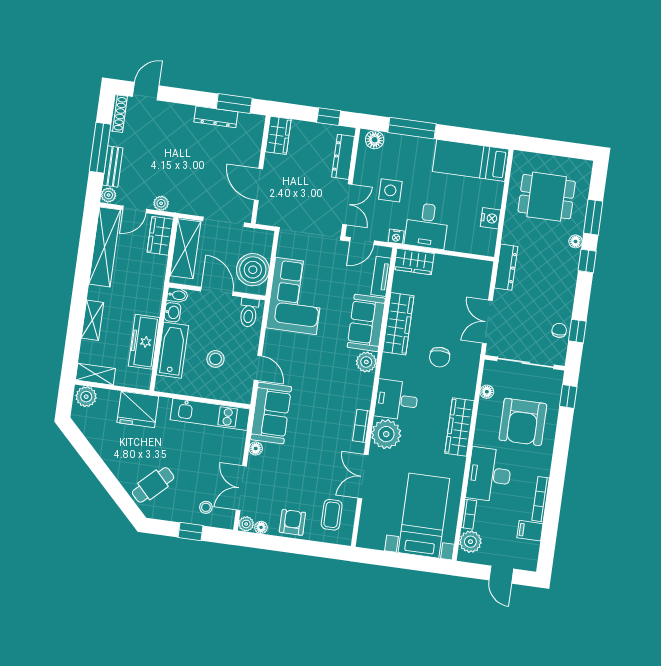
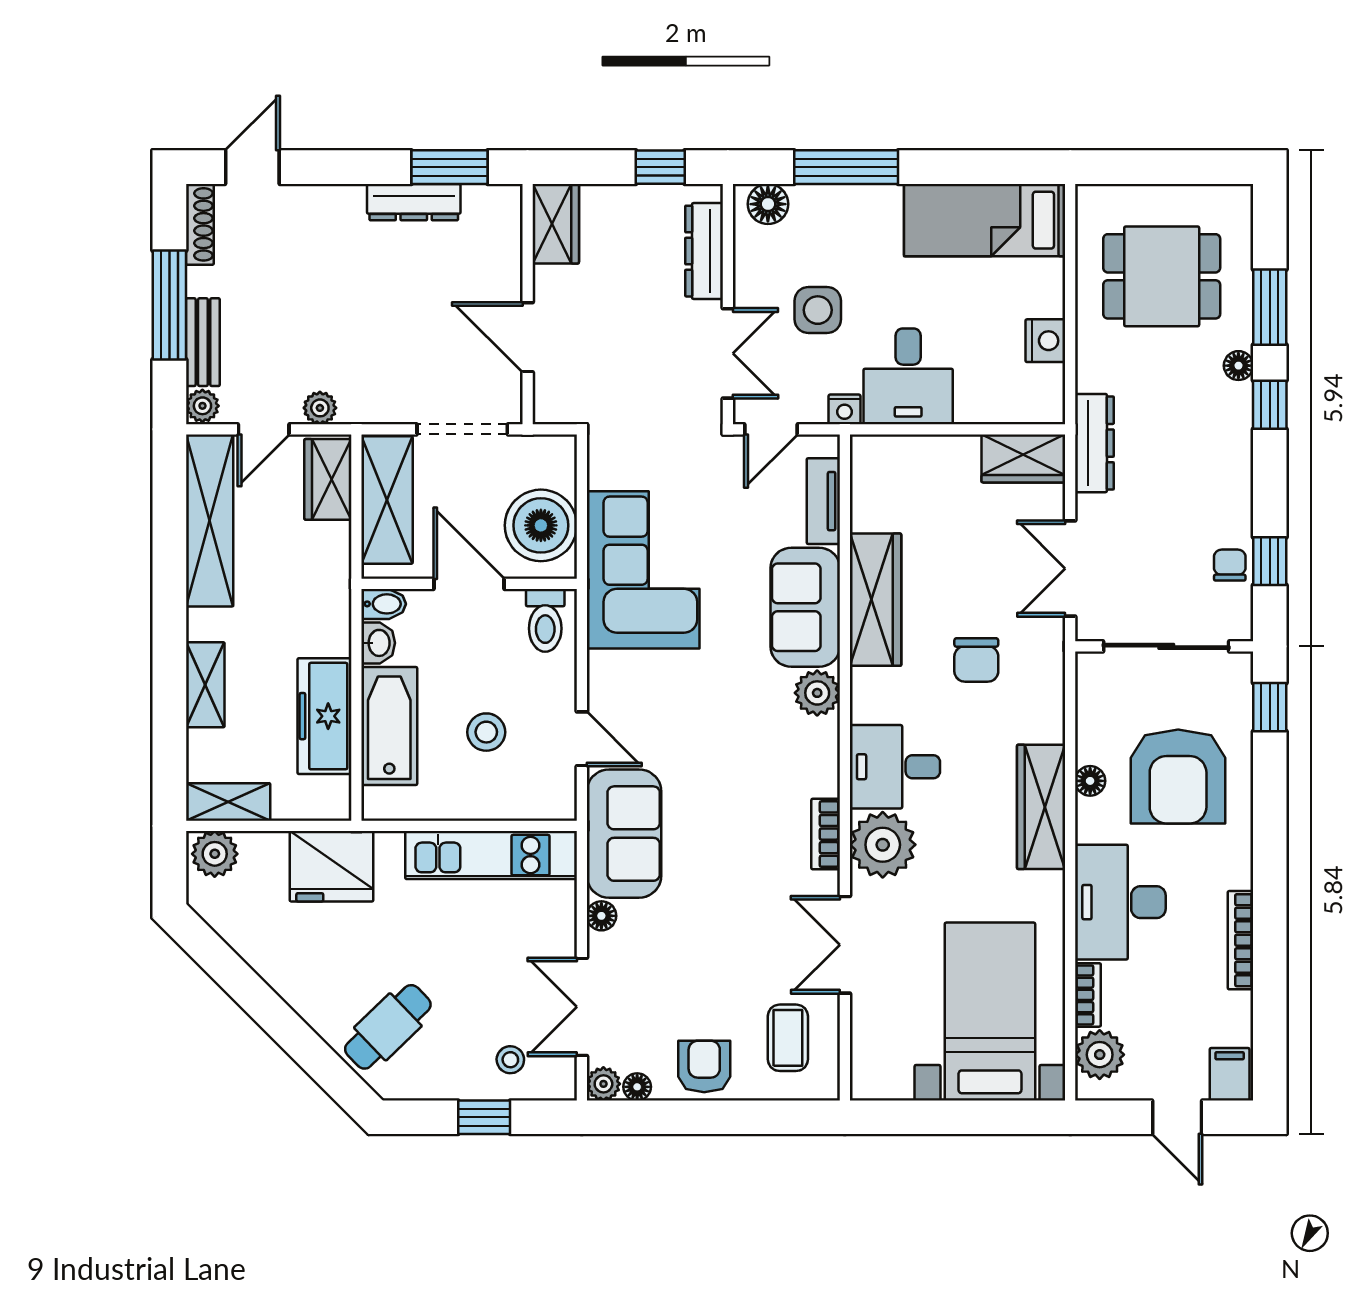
wardrobe: (414, 261) -> (1023, 458), moved
floor lamp: (487, 392) -> (1090, 781), moved
filing cabinet: (530, 531) -> (1230, 1074), moved, turned 90

